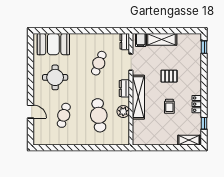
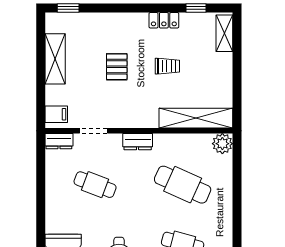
shelving: (162, 39) -> (55, 59), moved
shelving: (138, 97) -> (196, 118), moved
plant: (123, 112) -> (222, 144), moved
cafe table: (99, 115) -> (183, 185), turned 30

